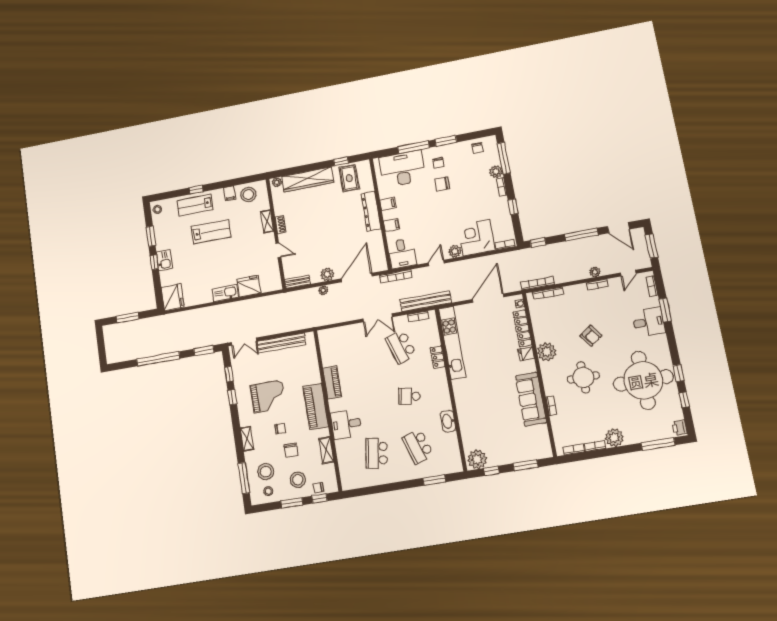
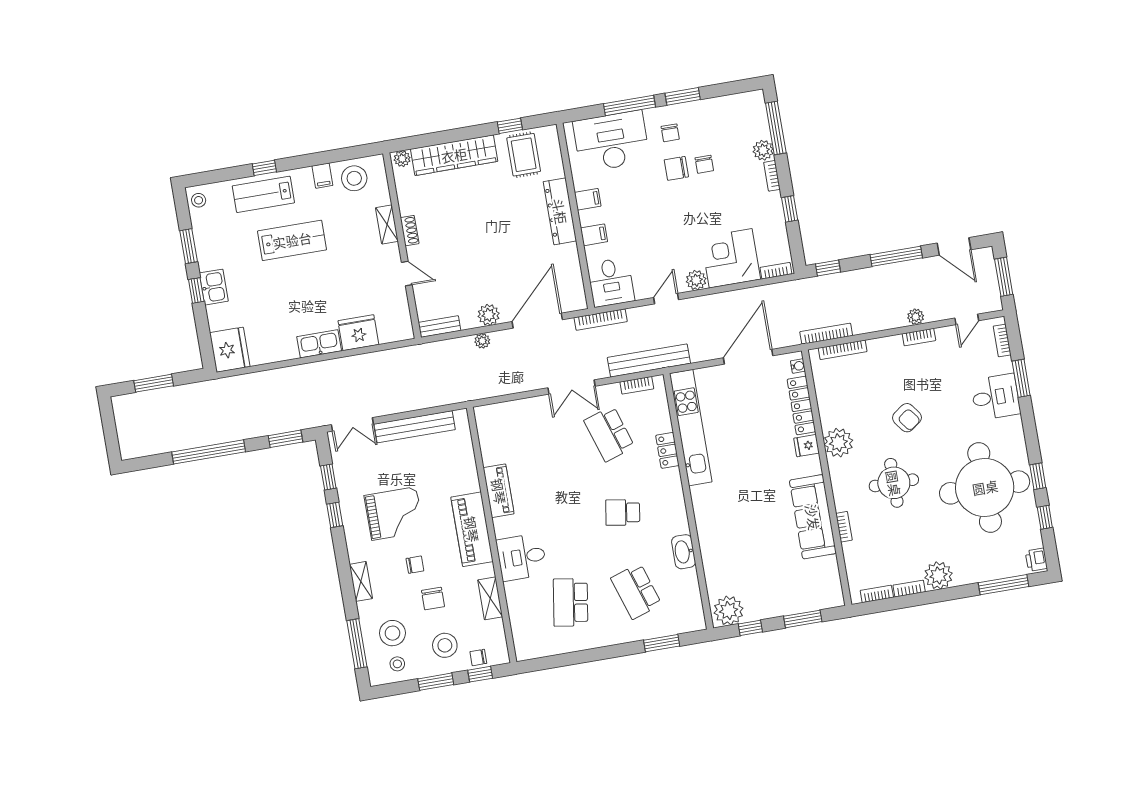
chair: (477, 148) -> (704, 164), moved

